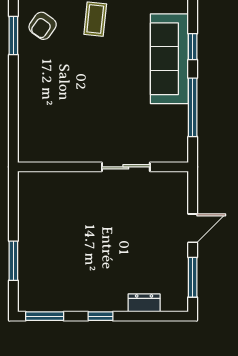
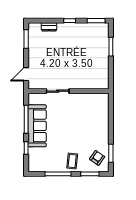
sofa: (169, 59) -> (37, 126), moved
door: (193, 228) -> (26, 74), moved

